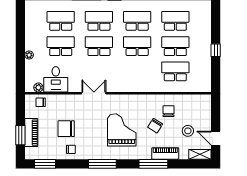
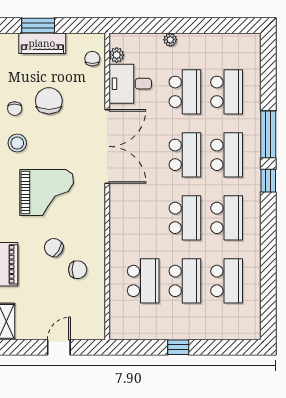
double door: (94, 93) -> (107, 146), width x1.87
stool: (188, 131) -> (17, 143), moved
door: (216, 138) -> (59, 347), moved

